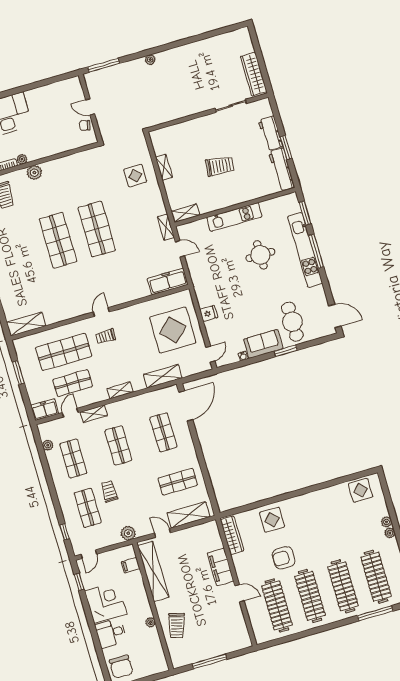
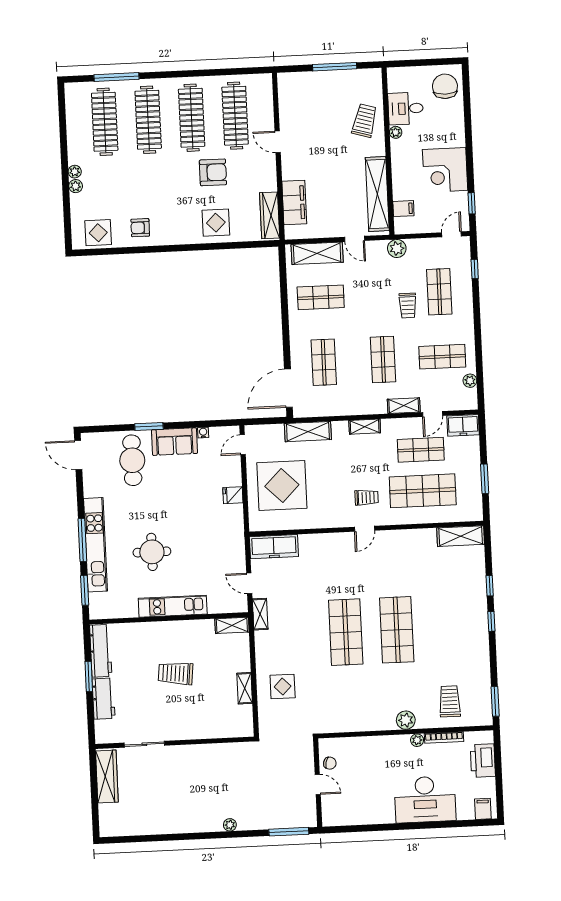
shop shelf: (73, 459) -> (442, 357), turned 90
armchair: (329, 502) -> (140, 228), added
filing cabinet: (220, 567) -> (294, 203), moved
desk: (111, 633) -> (406, 108), moved, turned 180

